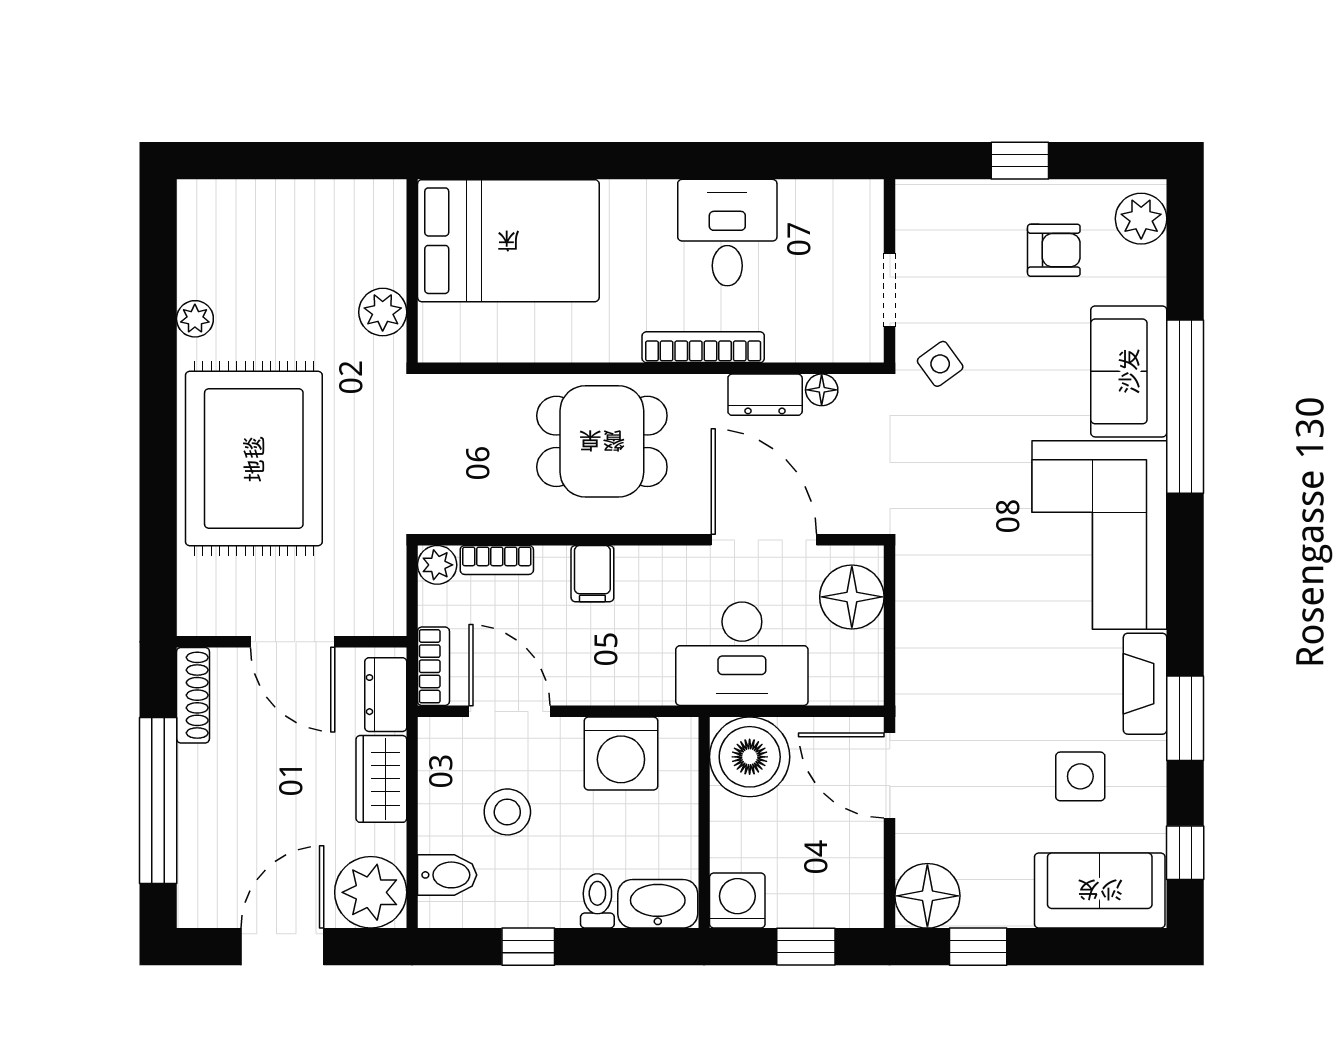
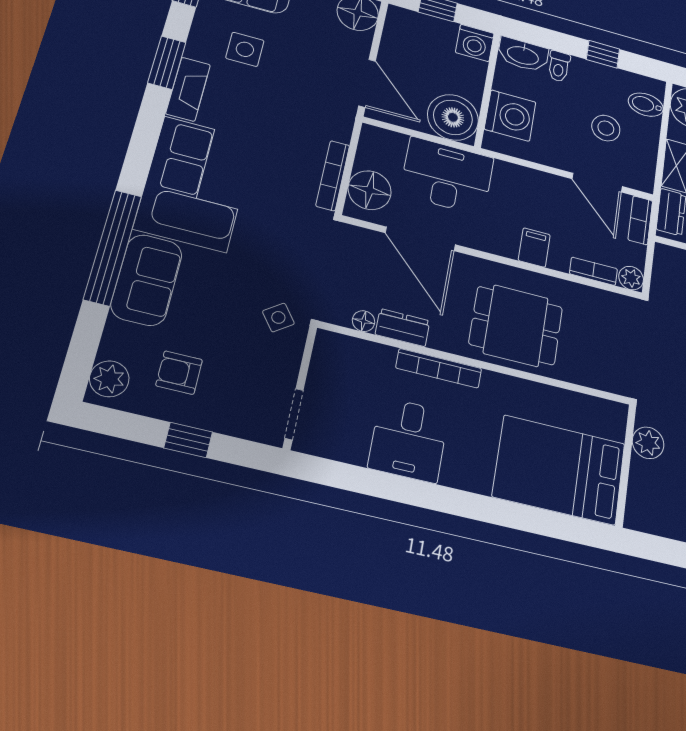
doorway: (890, 290) -> (294, 414), moved
bookcase: (910, 605) -> (333, 176), added
washing machine: (621, 753) -> (510, 116), moved, turned 90

